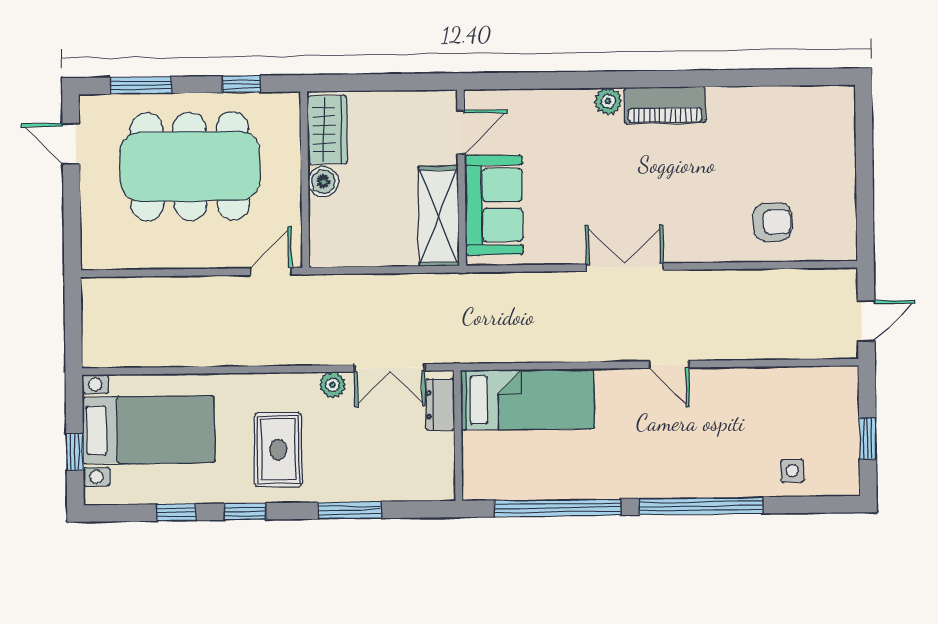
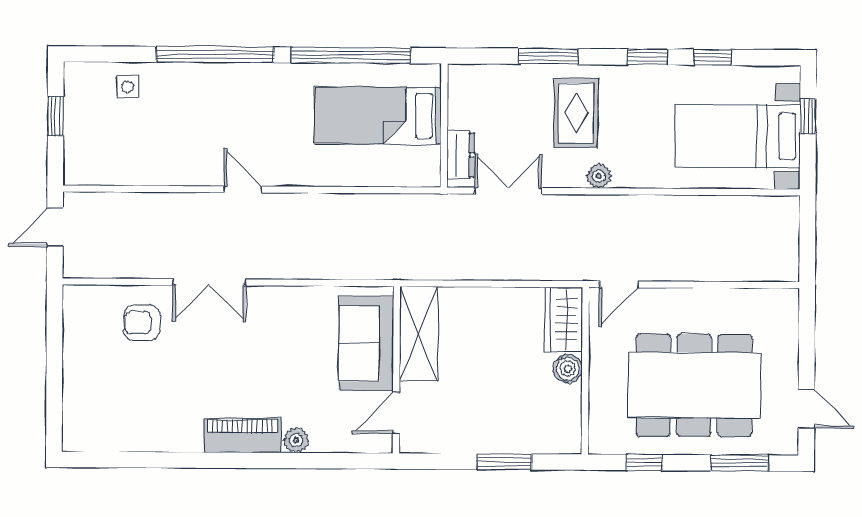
window: (388, 82) -> (505, 462), added
wardrobe: (327, 130) -> (564, 319), moved
door: (461, 132) -> (396, 413), moved
wall: (461, 178) -> (396, 370), moved
sofa: (494, 205) -> (366, 343), moved
shelving: (439, 216) -> (419, 334), moved
double door: (625, 267) -> (209, 282), moved
plant: (333, 385) -> (599, 176), moved
bed: (527, 399) -> (378, 116), moved
rug: (278, 450) -> (576, 113), moved

